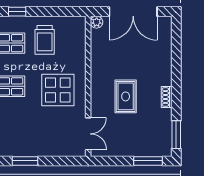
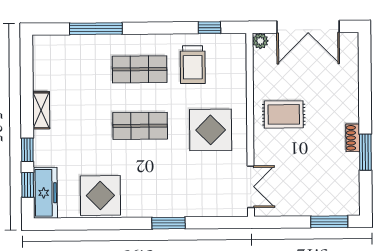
window: (17, 12) -> (209, 28), moved
rug: (126, 96) -> (284, 114), moved, turned 90
window: (176, 135) -> (365, 152), moved

